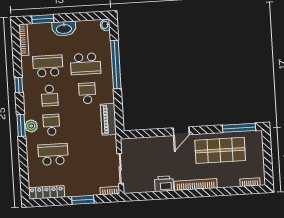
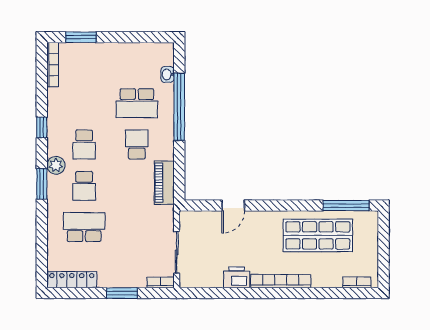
washbasin: (105, 25) -> (168, 74), moved
washbasin: (64, 29) -> (110, 52), removed
school desk: (48, 66) -> (84, 103), removed
school desk: (51, 125) -> (84, 186), turned 180
plant: (31, 126) -> (56, 165), moved
door: (181, 131) -> (233, 205), moved

